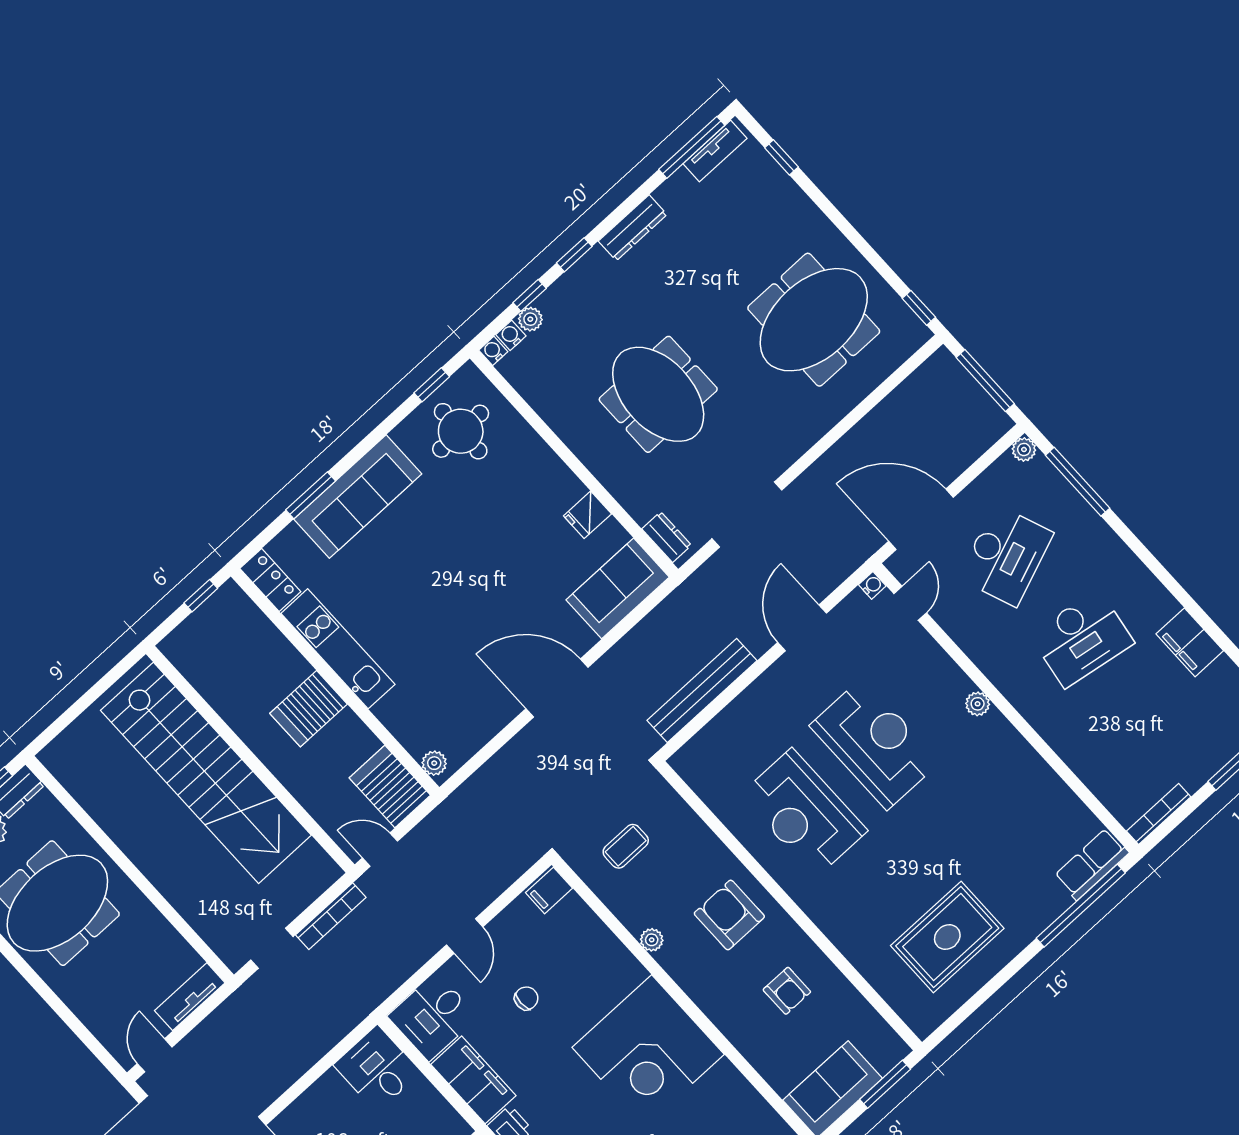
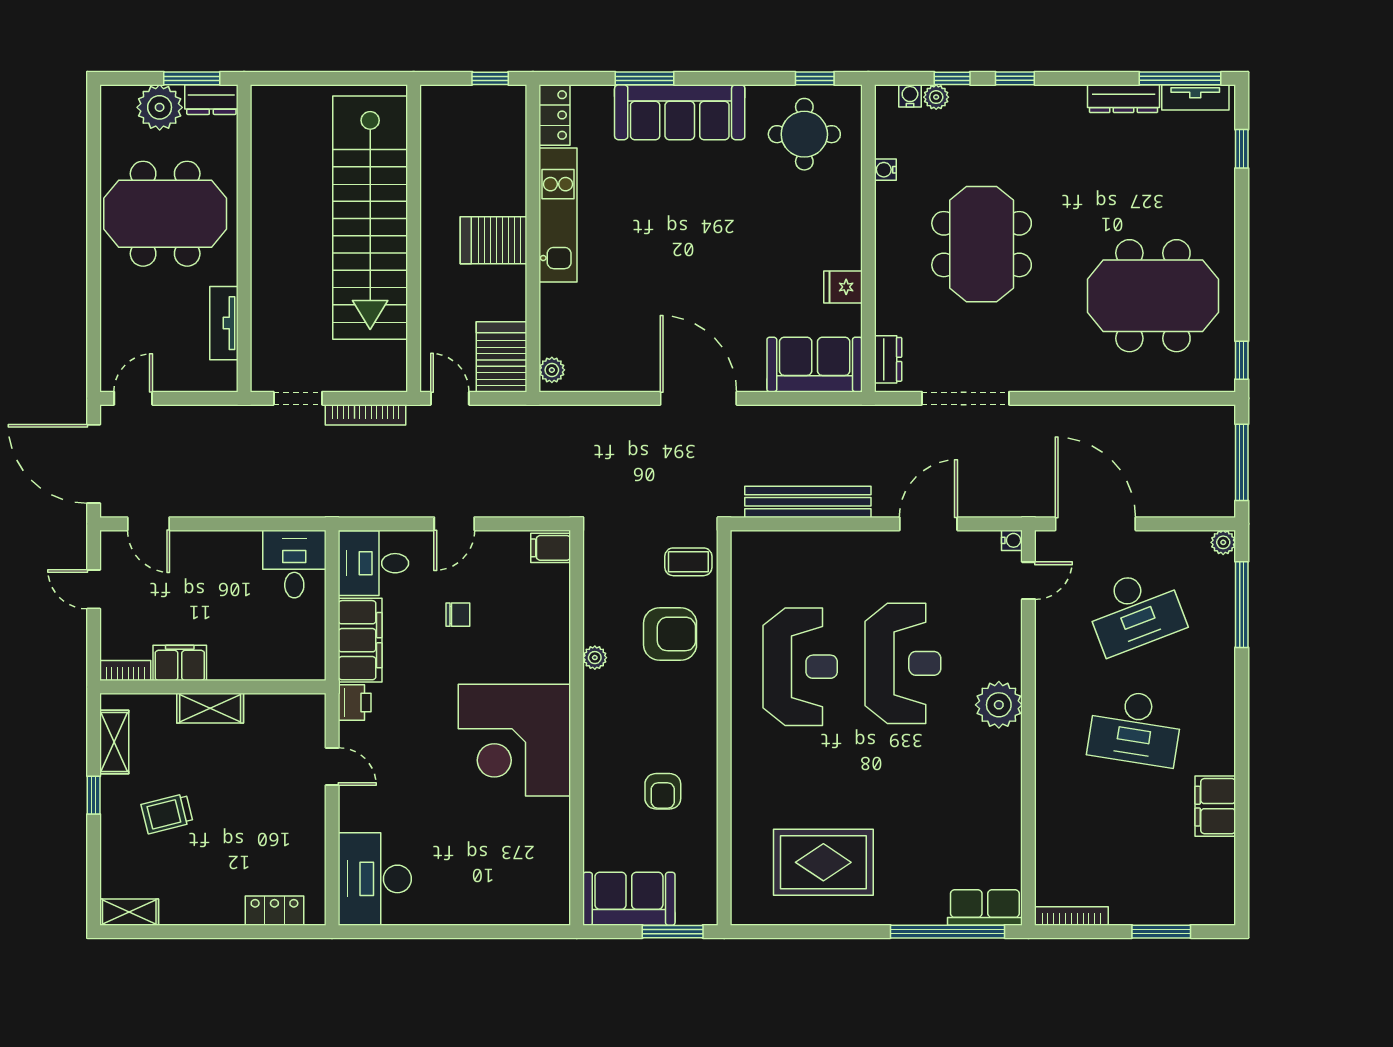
dresser: (633, 228) -> (1124, 99), moved
water cooler: (493, 351) -> (885, 170), moved, turned -90
plant: (978, 704) -> (999, 705), width x1.88, depth x1.88
reception desk: (804, 813) -> (800, 667), turned 180
coffee table: (626, 846) -> (688, 562), moved
armchair: (729, 915) -> (670, 634), moved, turned 90
tv unit: (190, 997) -> (224, 323), moved, turned -90

